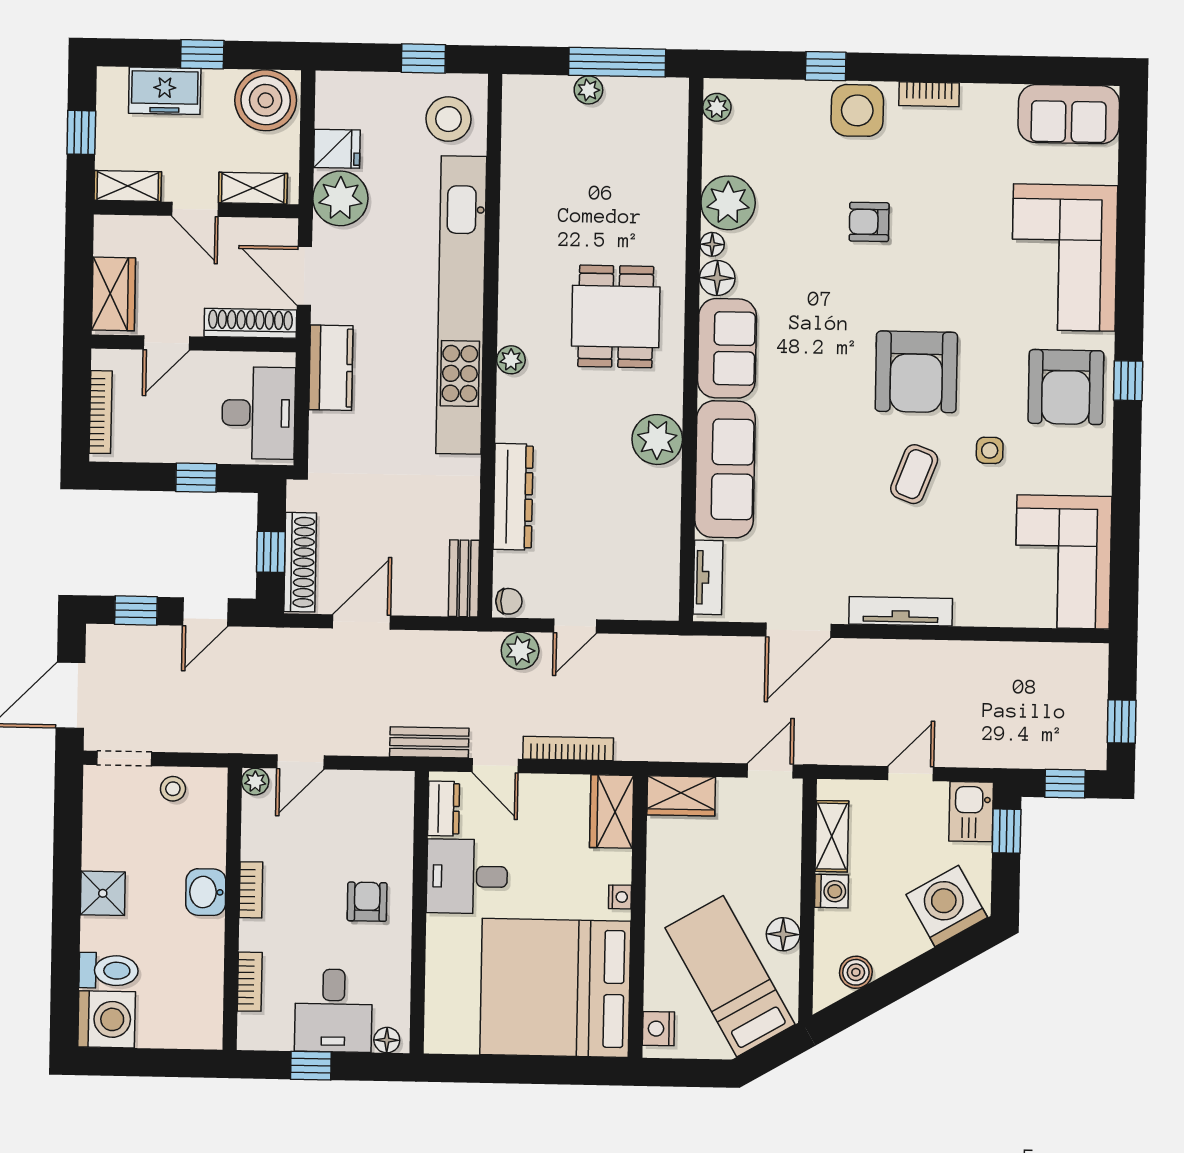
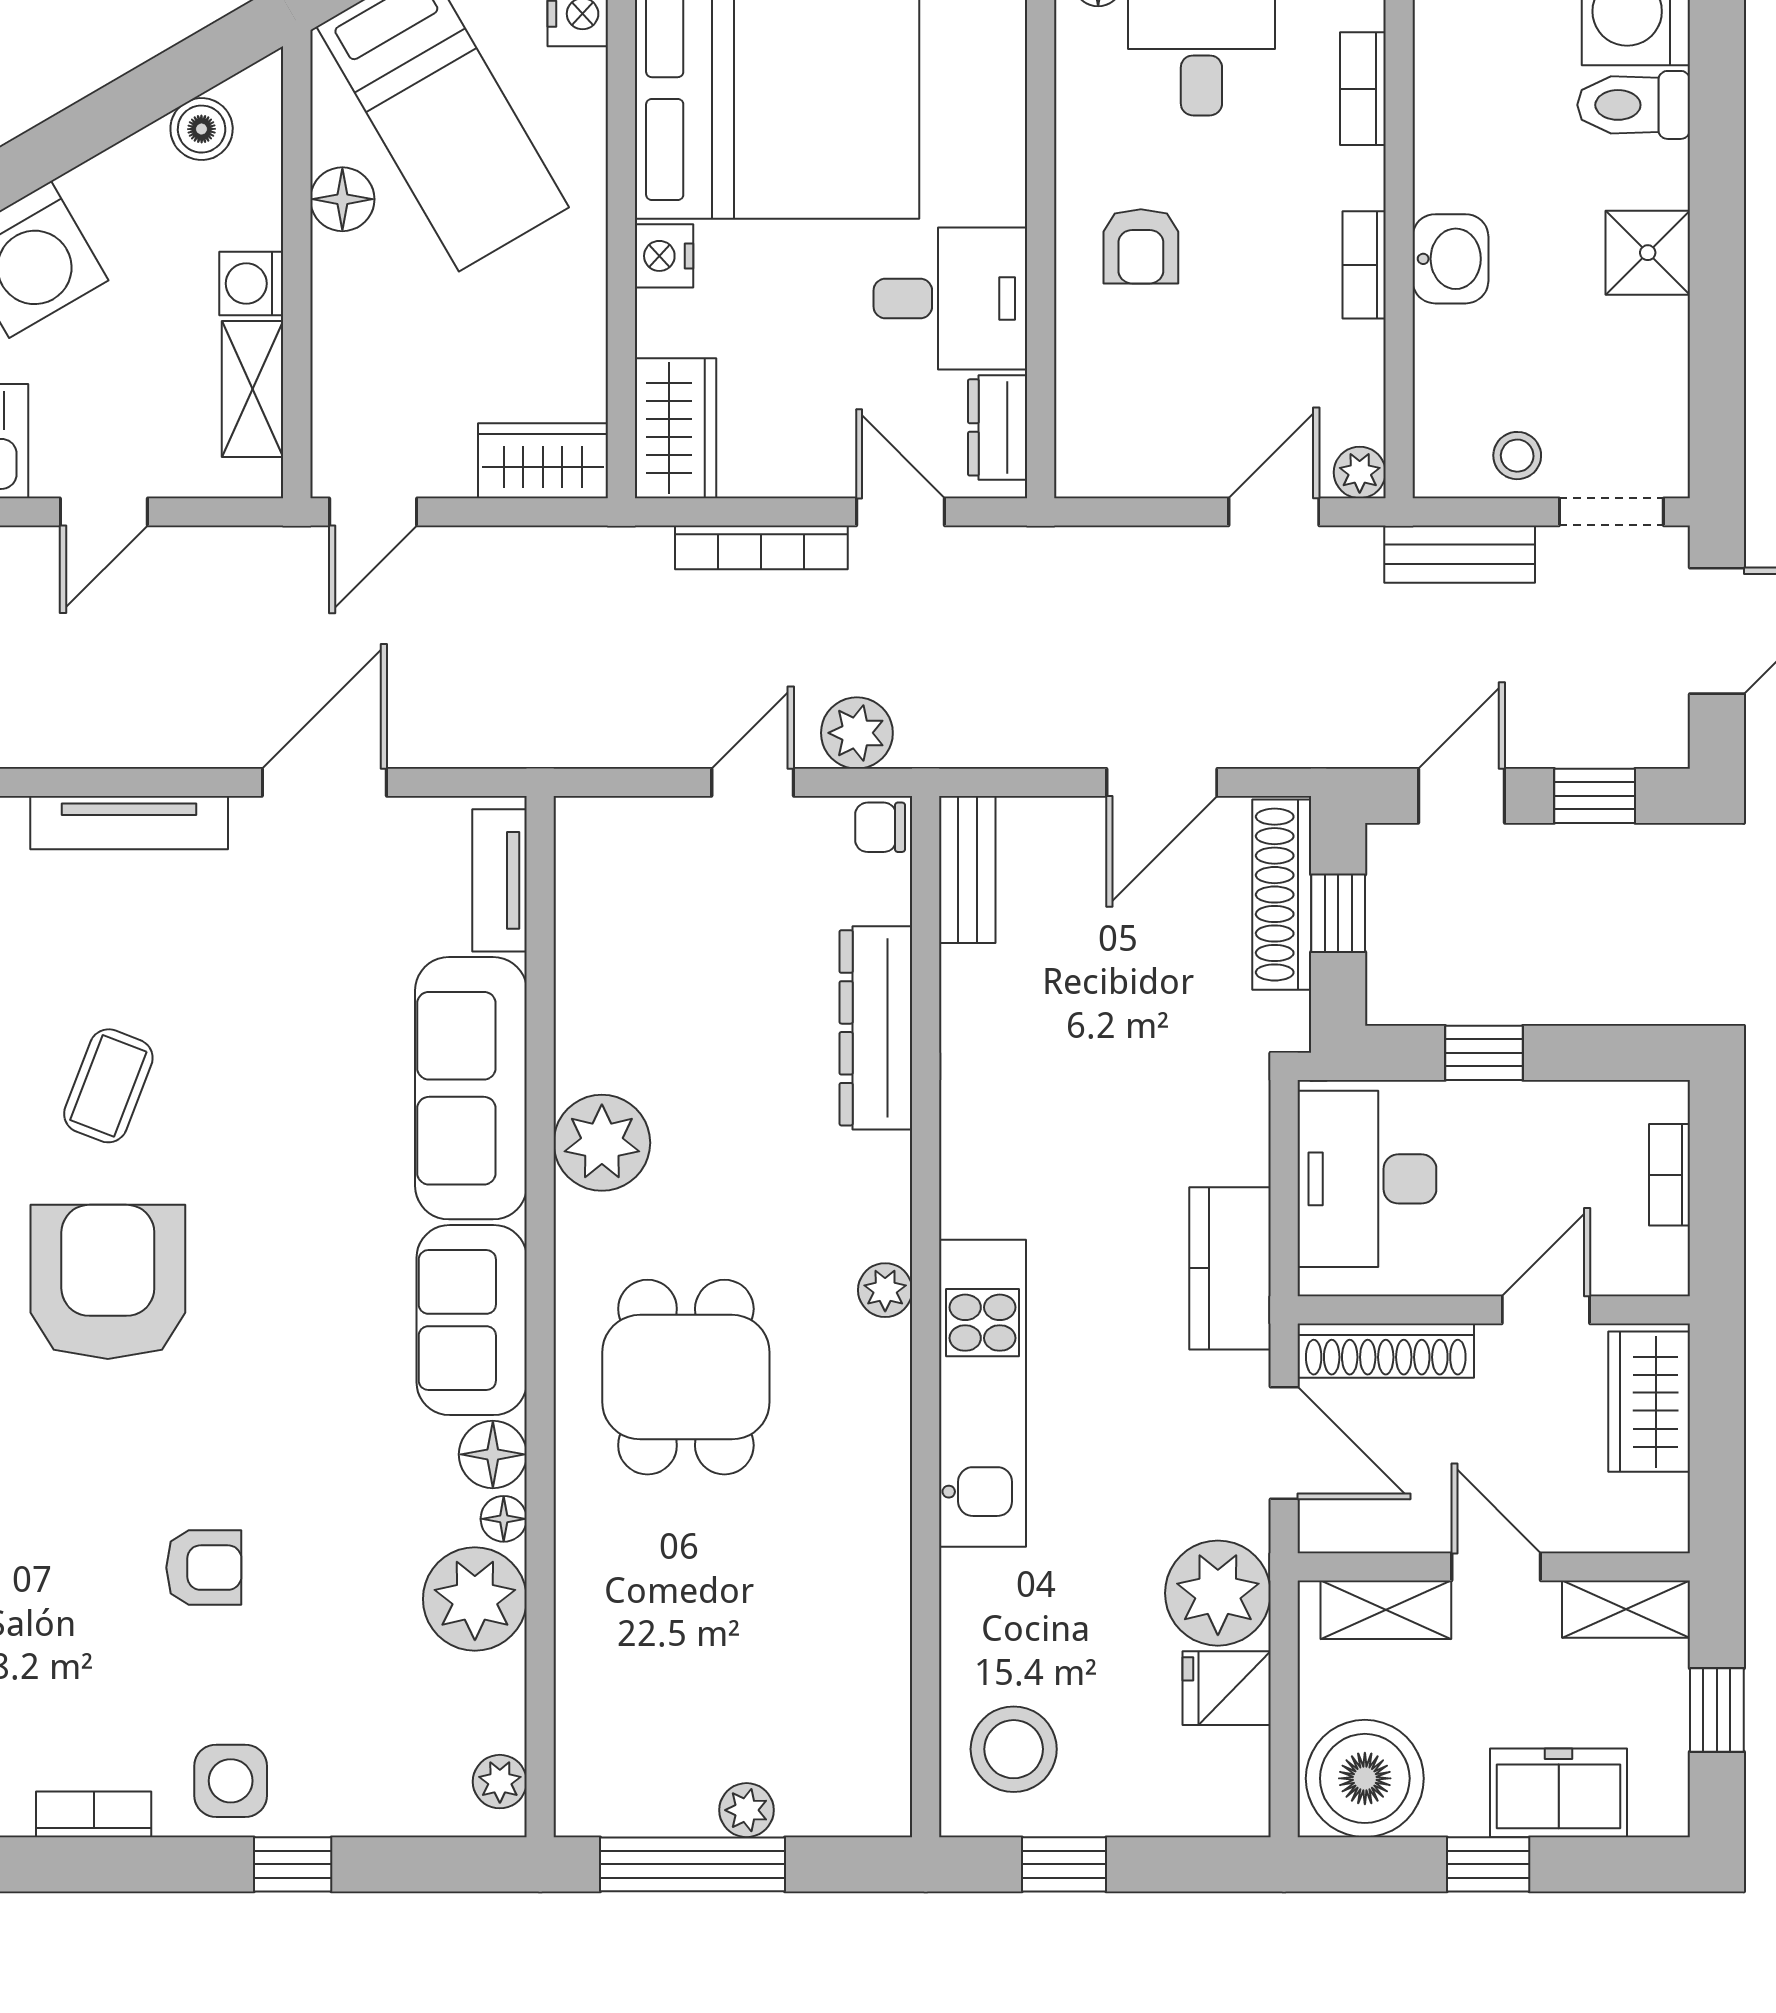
side table: (857, 110) -> (231, 1781), width x0.73, depth x0.73
kitchen unit: (461, 305) -> (982, 1393), width x0.54
bookcase: (101, 412) -> (1670, 1175), width x0.64
bench: (429, 742) -> (1460, 554), moved
nightstand: (620, 897) -> (664, 256), width x1.39, depth x1.35

